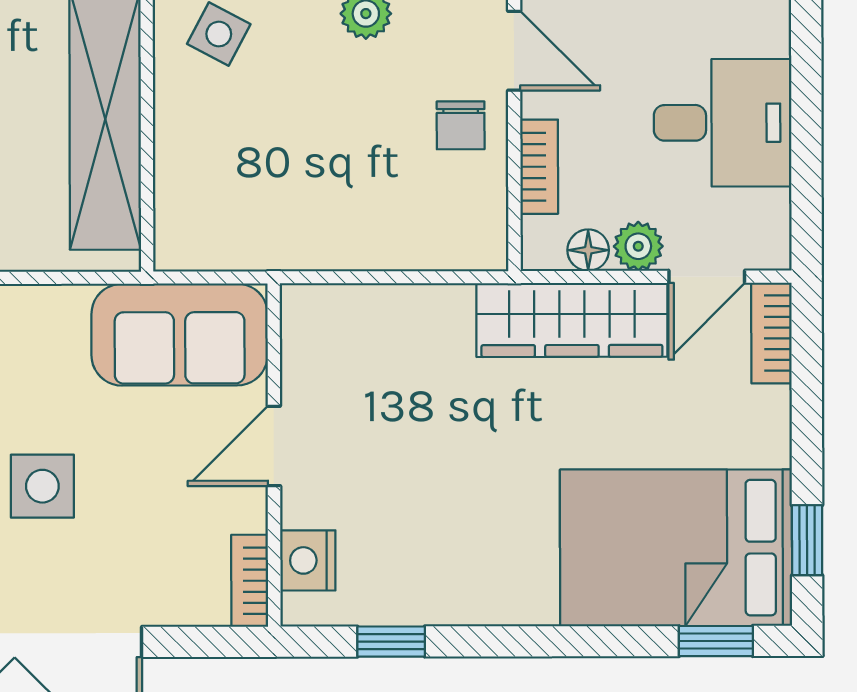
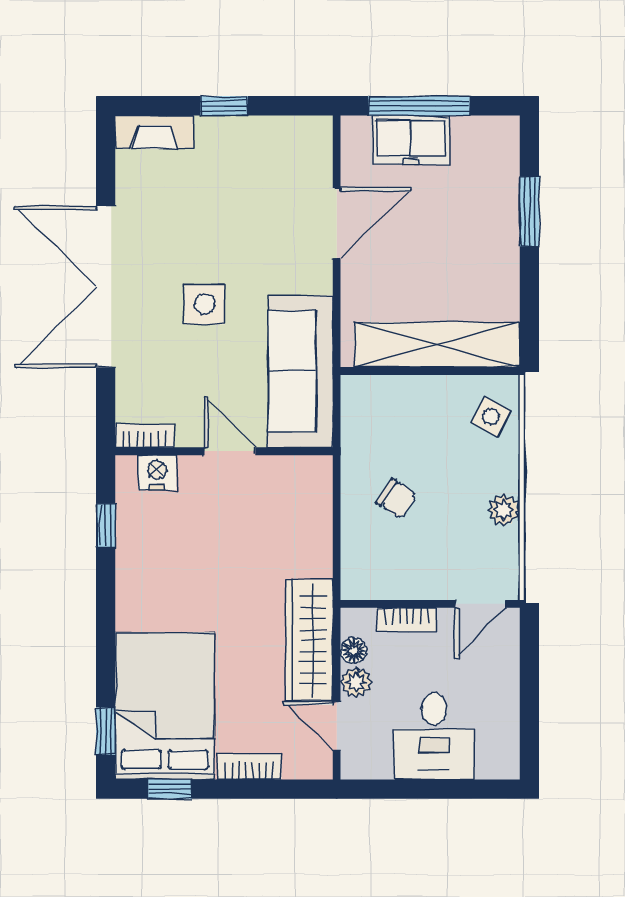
chair: (461, 125) -> (397, 499), moved, turned -148
bookcase: (771, 333) -> (249, 767), moved
sofa: (180, 335) -> (301, 371), width x1.36

